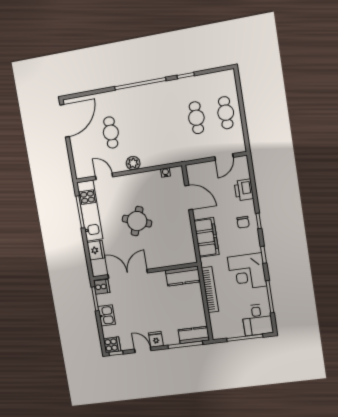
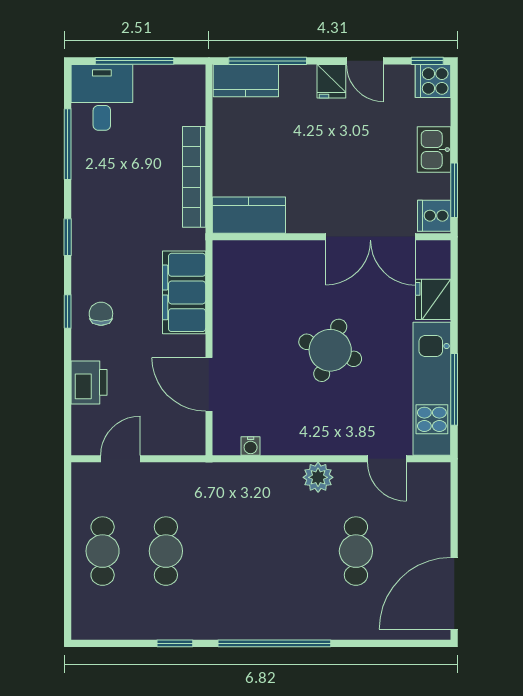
corner desk: (247, 272) -> (108, 206), removed

